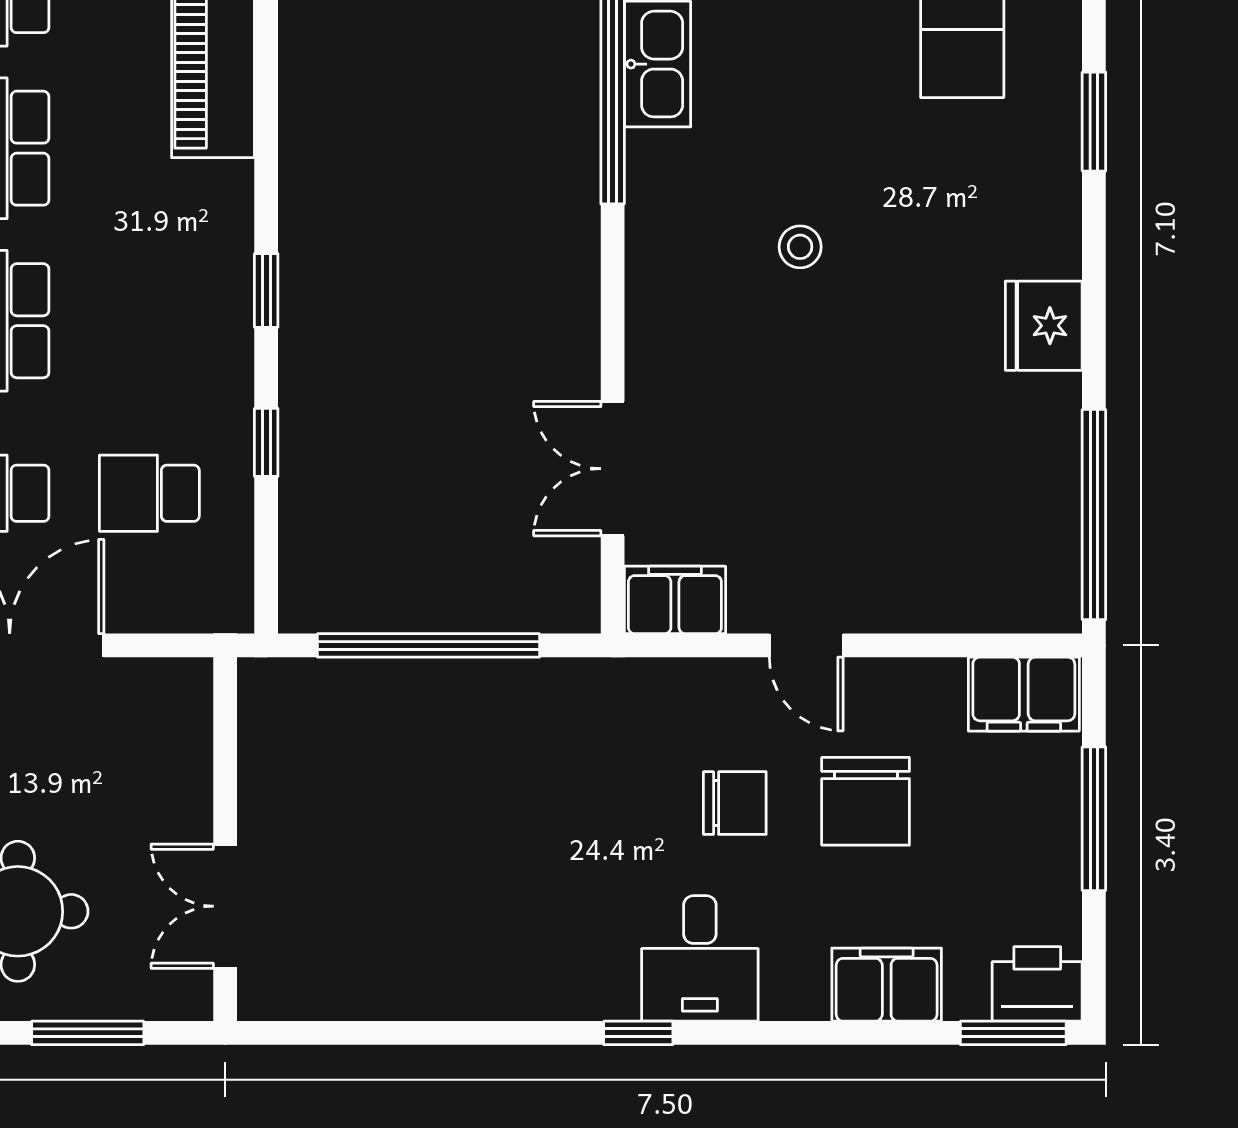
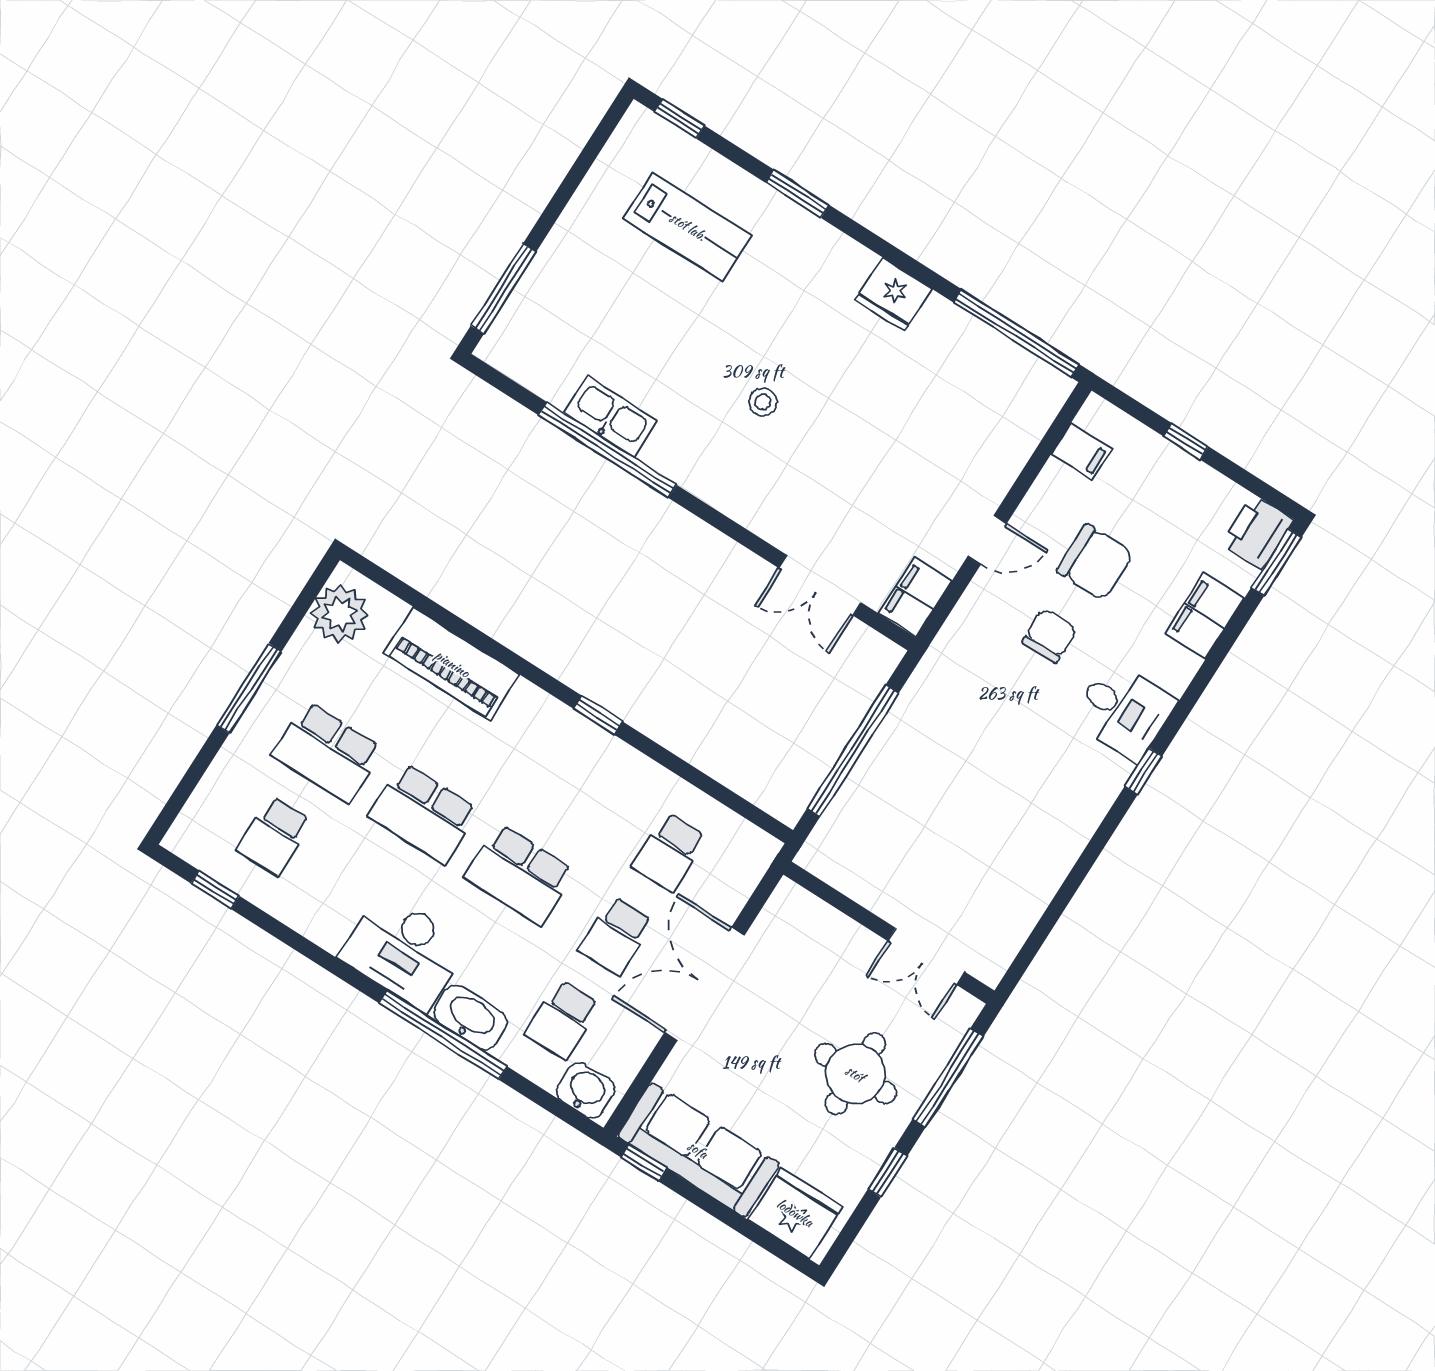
window: (266, 442) -> (682, 769), removed
filing cabinet: (1024, 694) -> (1082, 452), width x0.50
window: (1094, 819) -> (1186, 441), width x0.46
window: (88, 1033) -> (948, 1078), width x1.44

